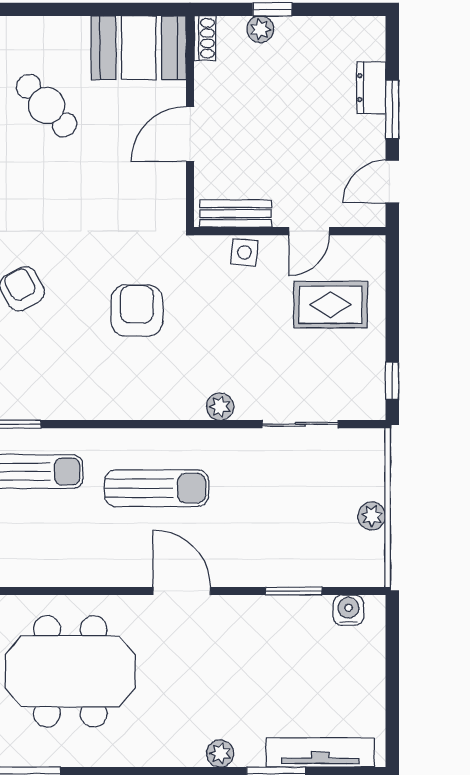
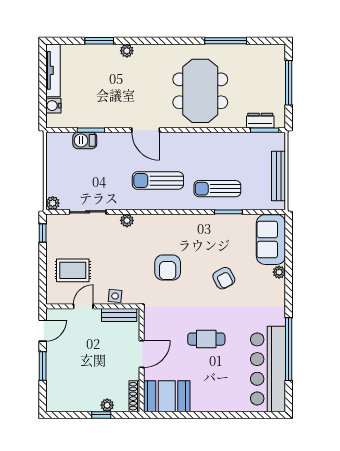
shoe rack: (205, 38) -> (134, 396), width x1.43
dresser: (371, 88) -> (53, 377), removed
cafe table: (47, 106) -> (206, 339), moved, turned -47
plant: (372, 516) -> (53, 203), moved
barbecue: (306, 570) -> (85, 140), added
water cooler: (348, 610) -> (53, 106), moved, turned 90
meeting table: (70, 671) -> (200, 91), turned 90
tv unit: (320, 752) -> (53, 70), moved, turned -90

